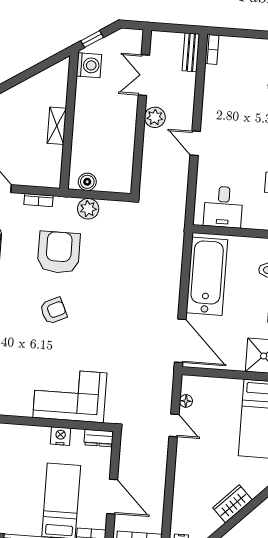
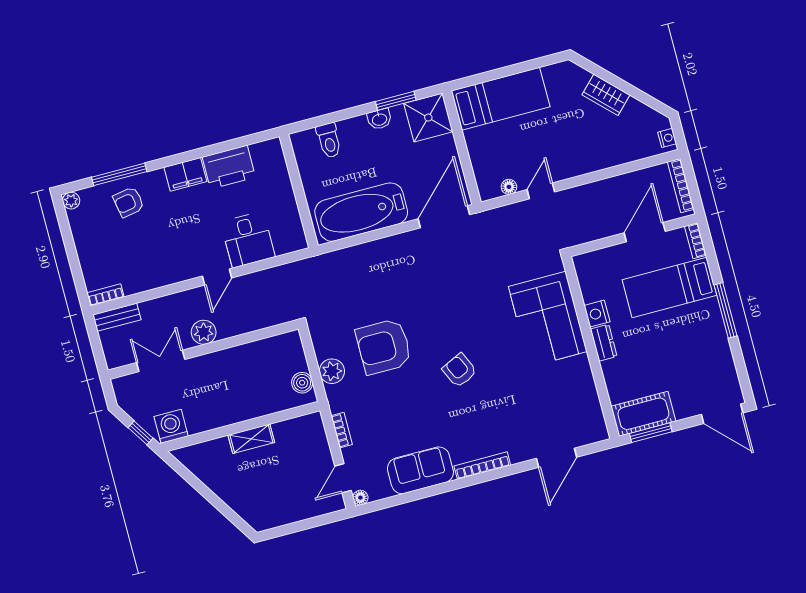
double door: (144, 75) -> (161, 361), swing flipped
desk: (223, 207) -> (248, 239), moved, turned 90
armchair: (59, 252) -> (384, 347), moved
dresser: (99, 438) -> (604, 343), moved

